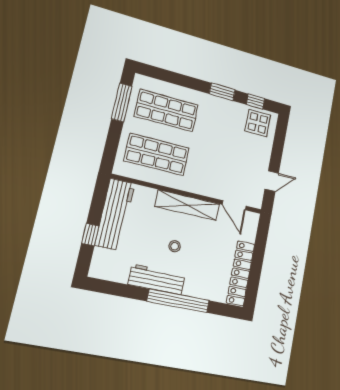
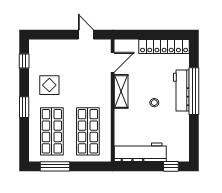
window: (222, 92) -> (24, 107), moved
display table: (258, 123) -> (49, 85), moved
shelving: (187, 205) -> (121, 91), width x0.68
window: (90, 235) -> (171, 166), moved
workbench: (157, 279) -> (181, 91), moved

